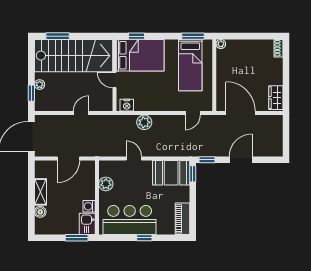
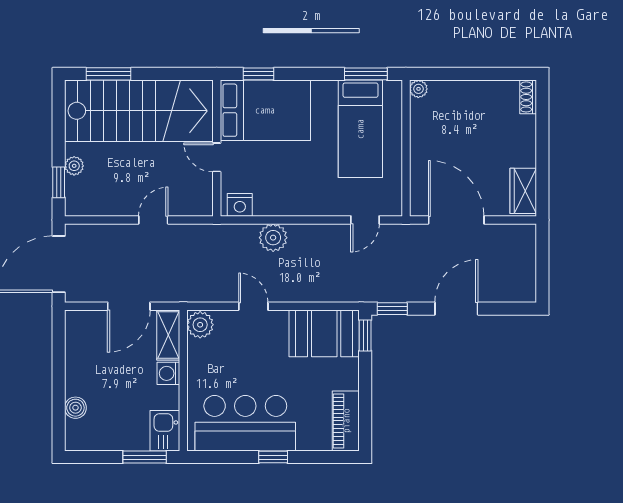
plant: (106, 184) -> (200, 325), moved
shelving: (41, 192) -> (168, 335), moved
washing machine: (89, 206) -> (168, 373), moved

